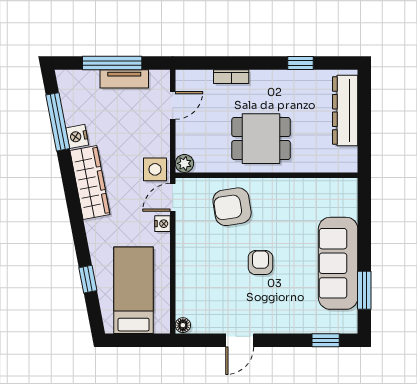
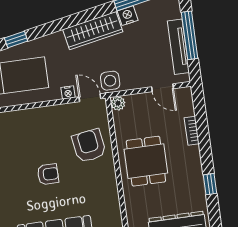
tv unit: (124, 79) -> (178, 47), width x1.41

